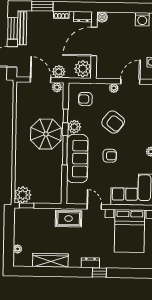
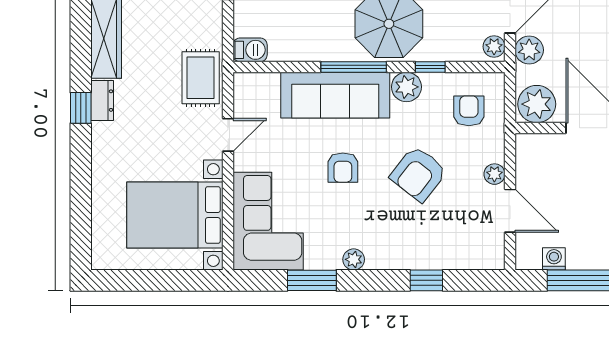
barbecue: (56, 196) -> (250, 50), added
dresser: (90, 263) -> (102, 101), moved
window: (99, 273) -> (81, 108), moved

